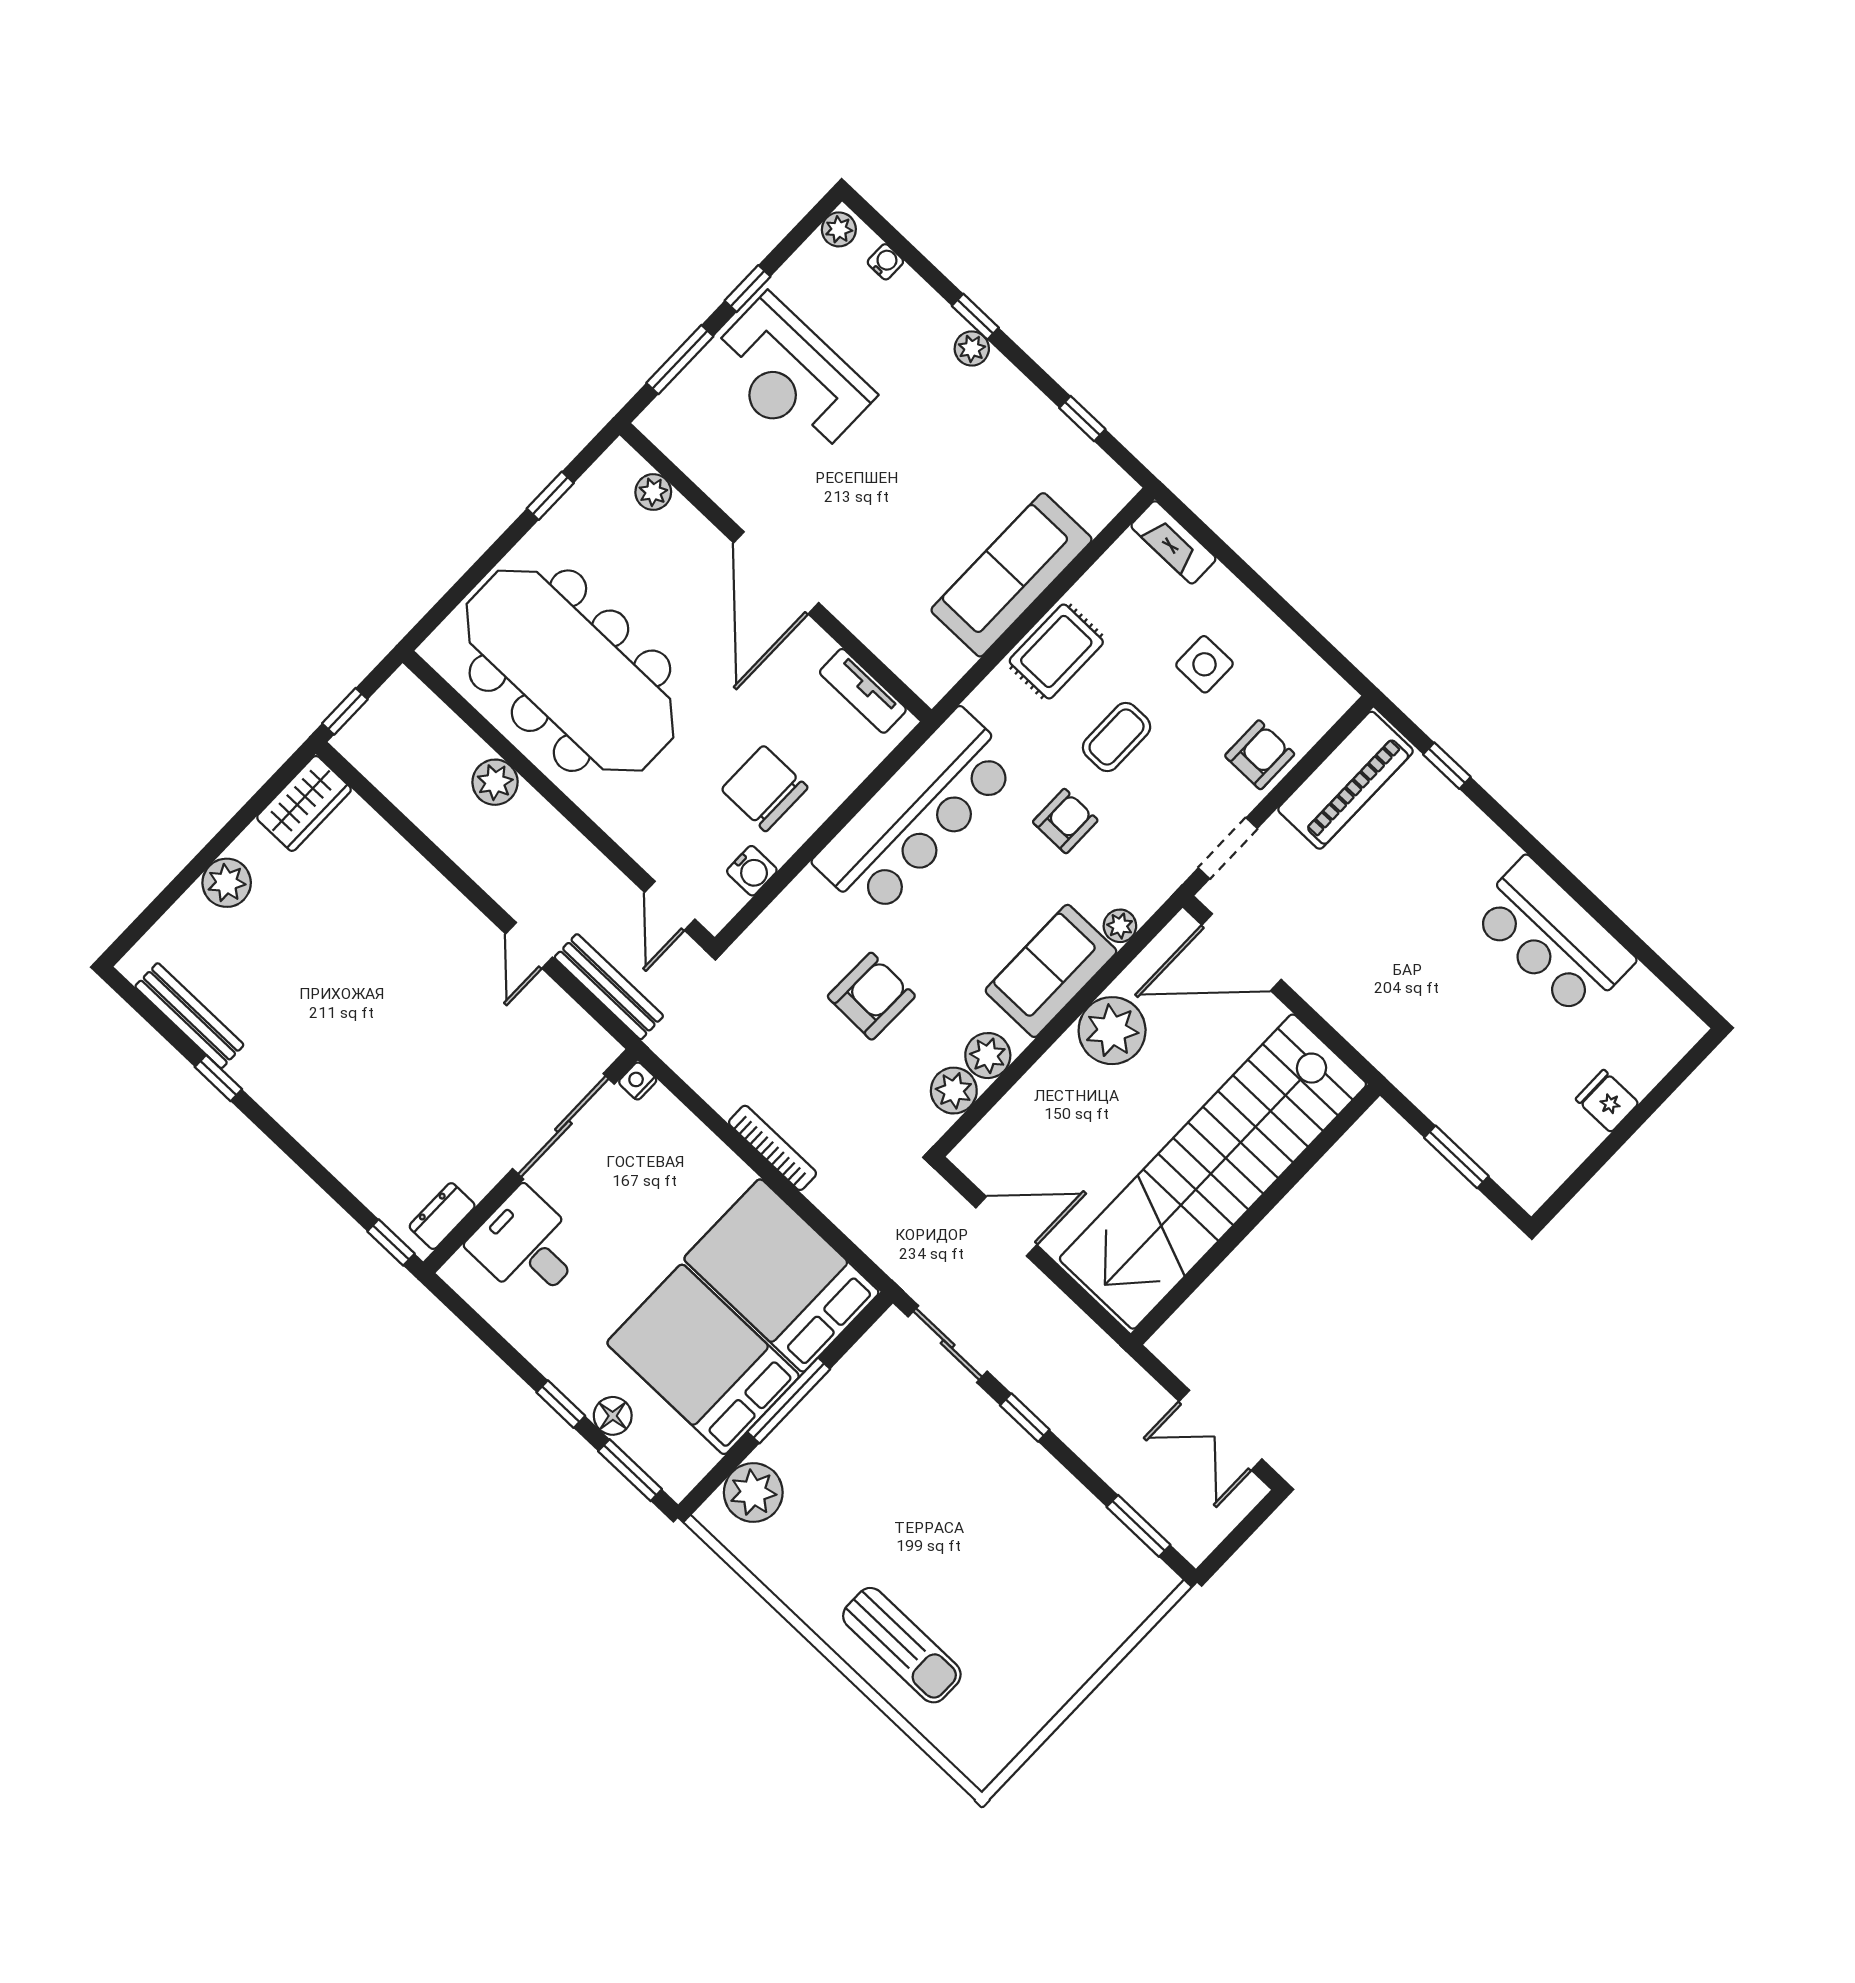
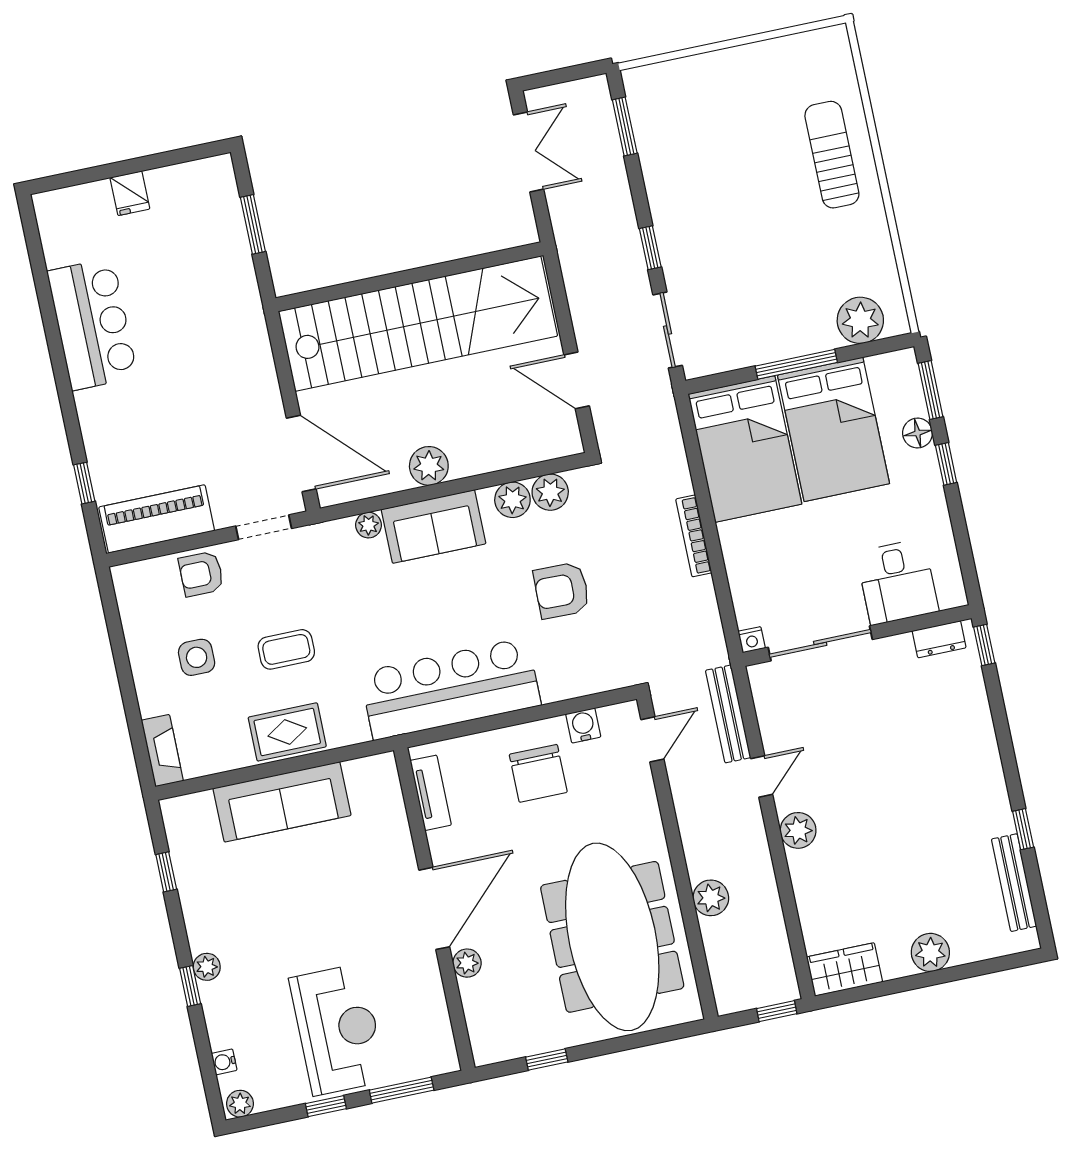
plant: (653, 492) -> (467, 963), moved
armchair: (1065, 821) -> (357, 618), removed
plant: (452, 915) -> (798, 830), added
plant: (1112, 1031) -> (429, 466), width x0.73, depth x0.73

